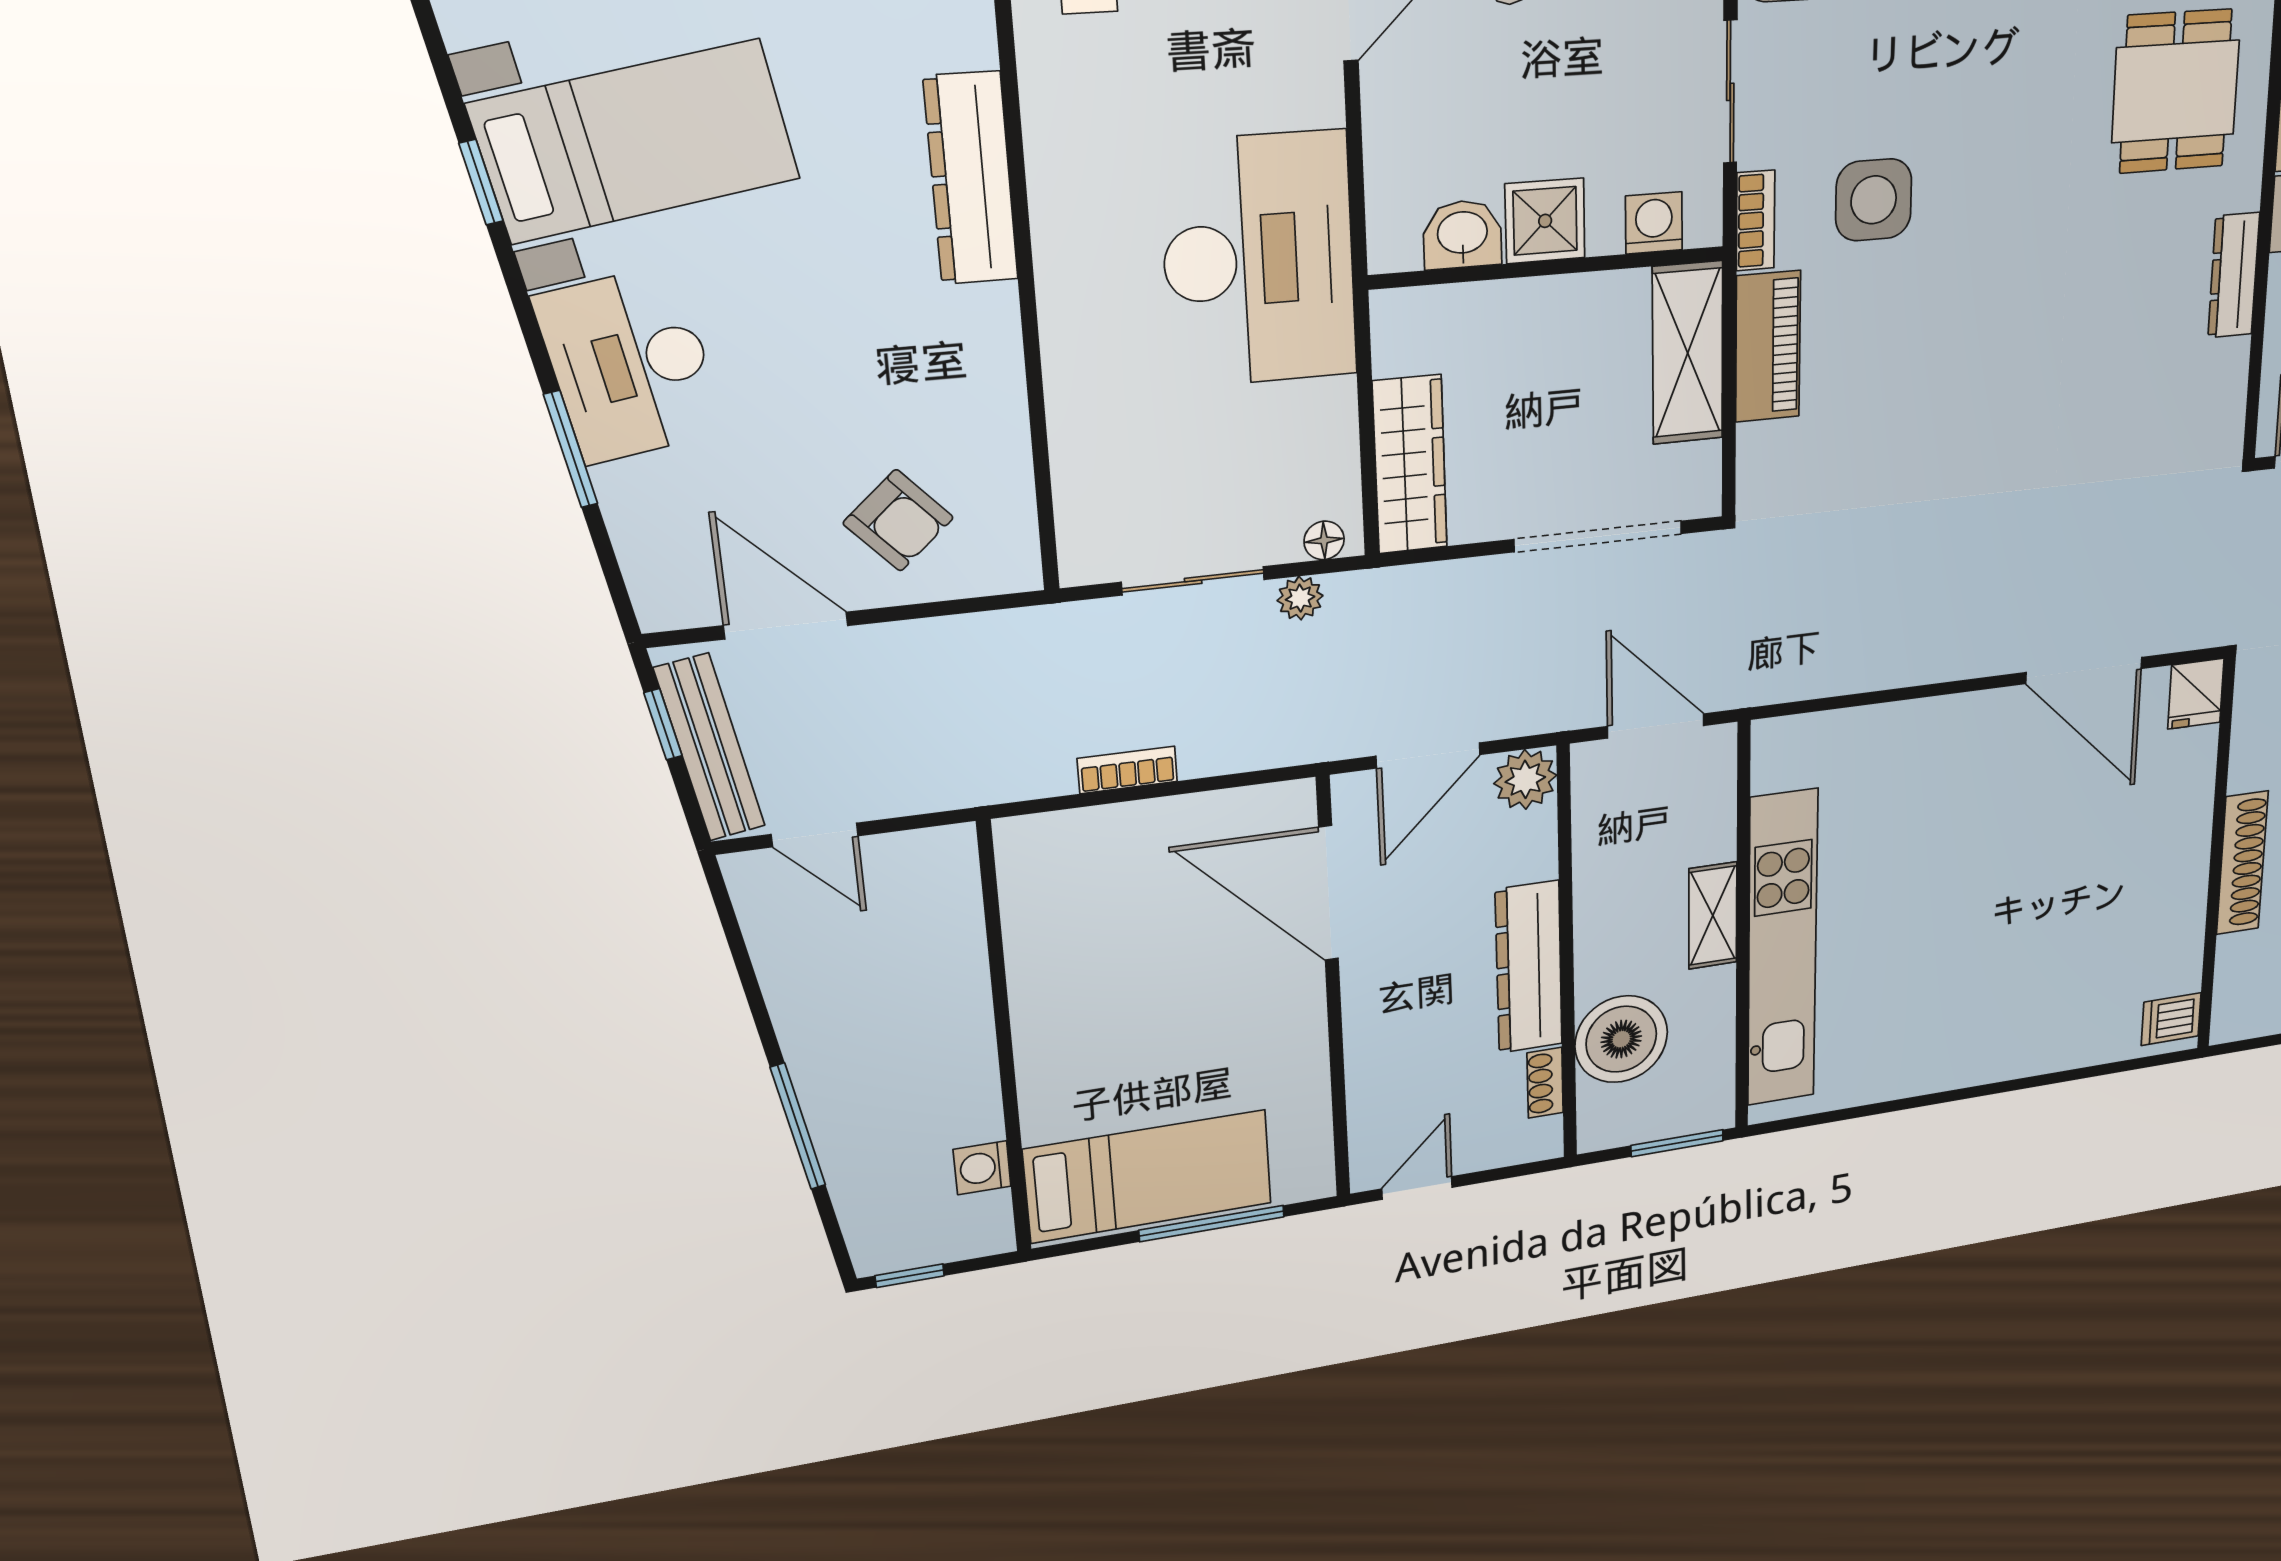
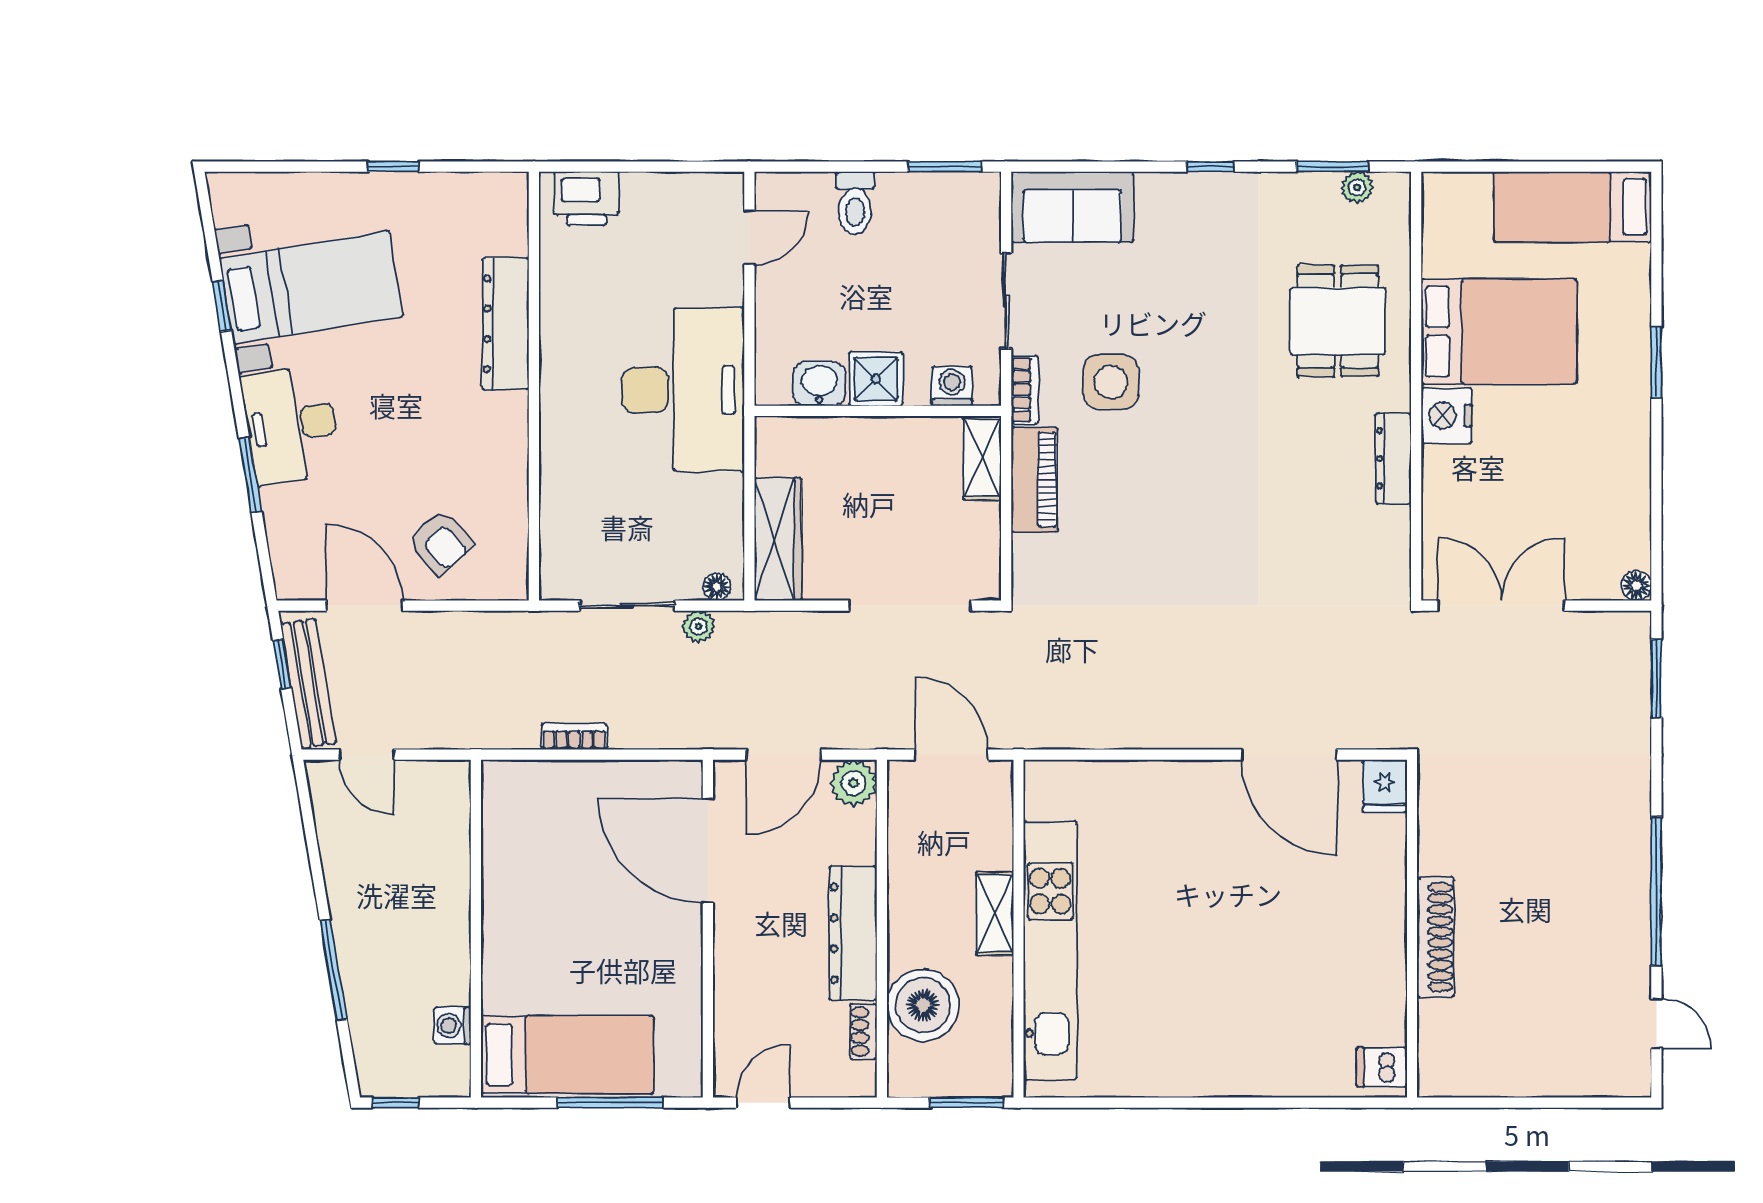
shelving: (1688, 353) -> (982, 458), width x0.67, depth x0.75

